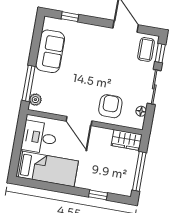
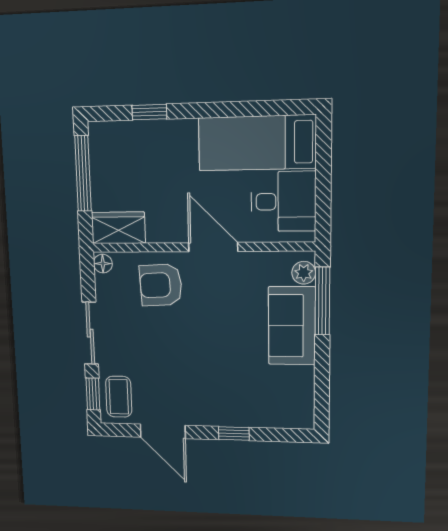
window: (70, 17) -> (234, 434), moved
sofa: (50, 51) -> (292, 326), moved
armchair: (110, 106) -> (161, 285), turned 87
floor lamp: (141, 111) -> (103, 264), moved

